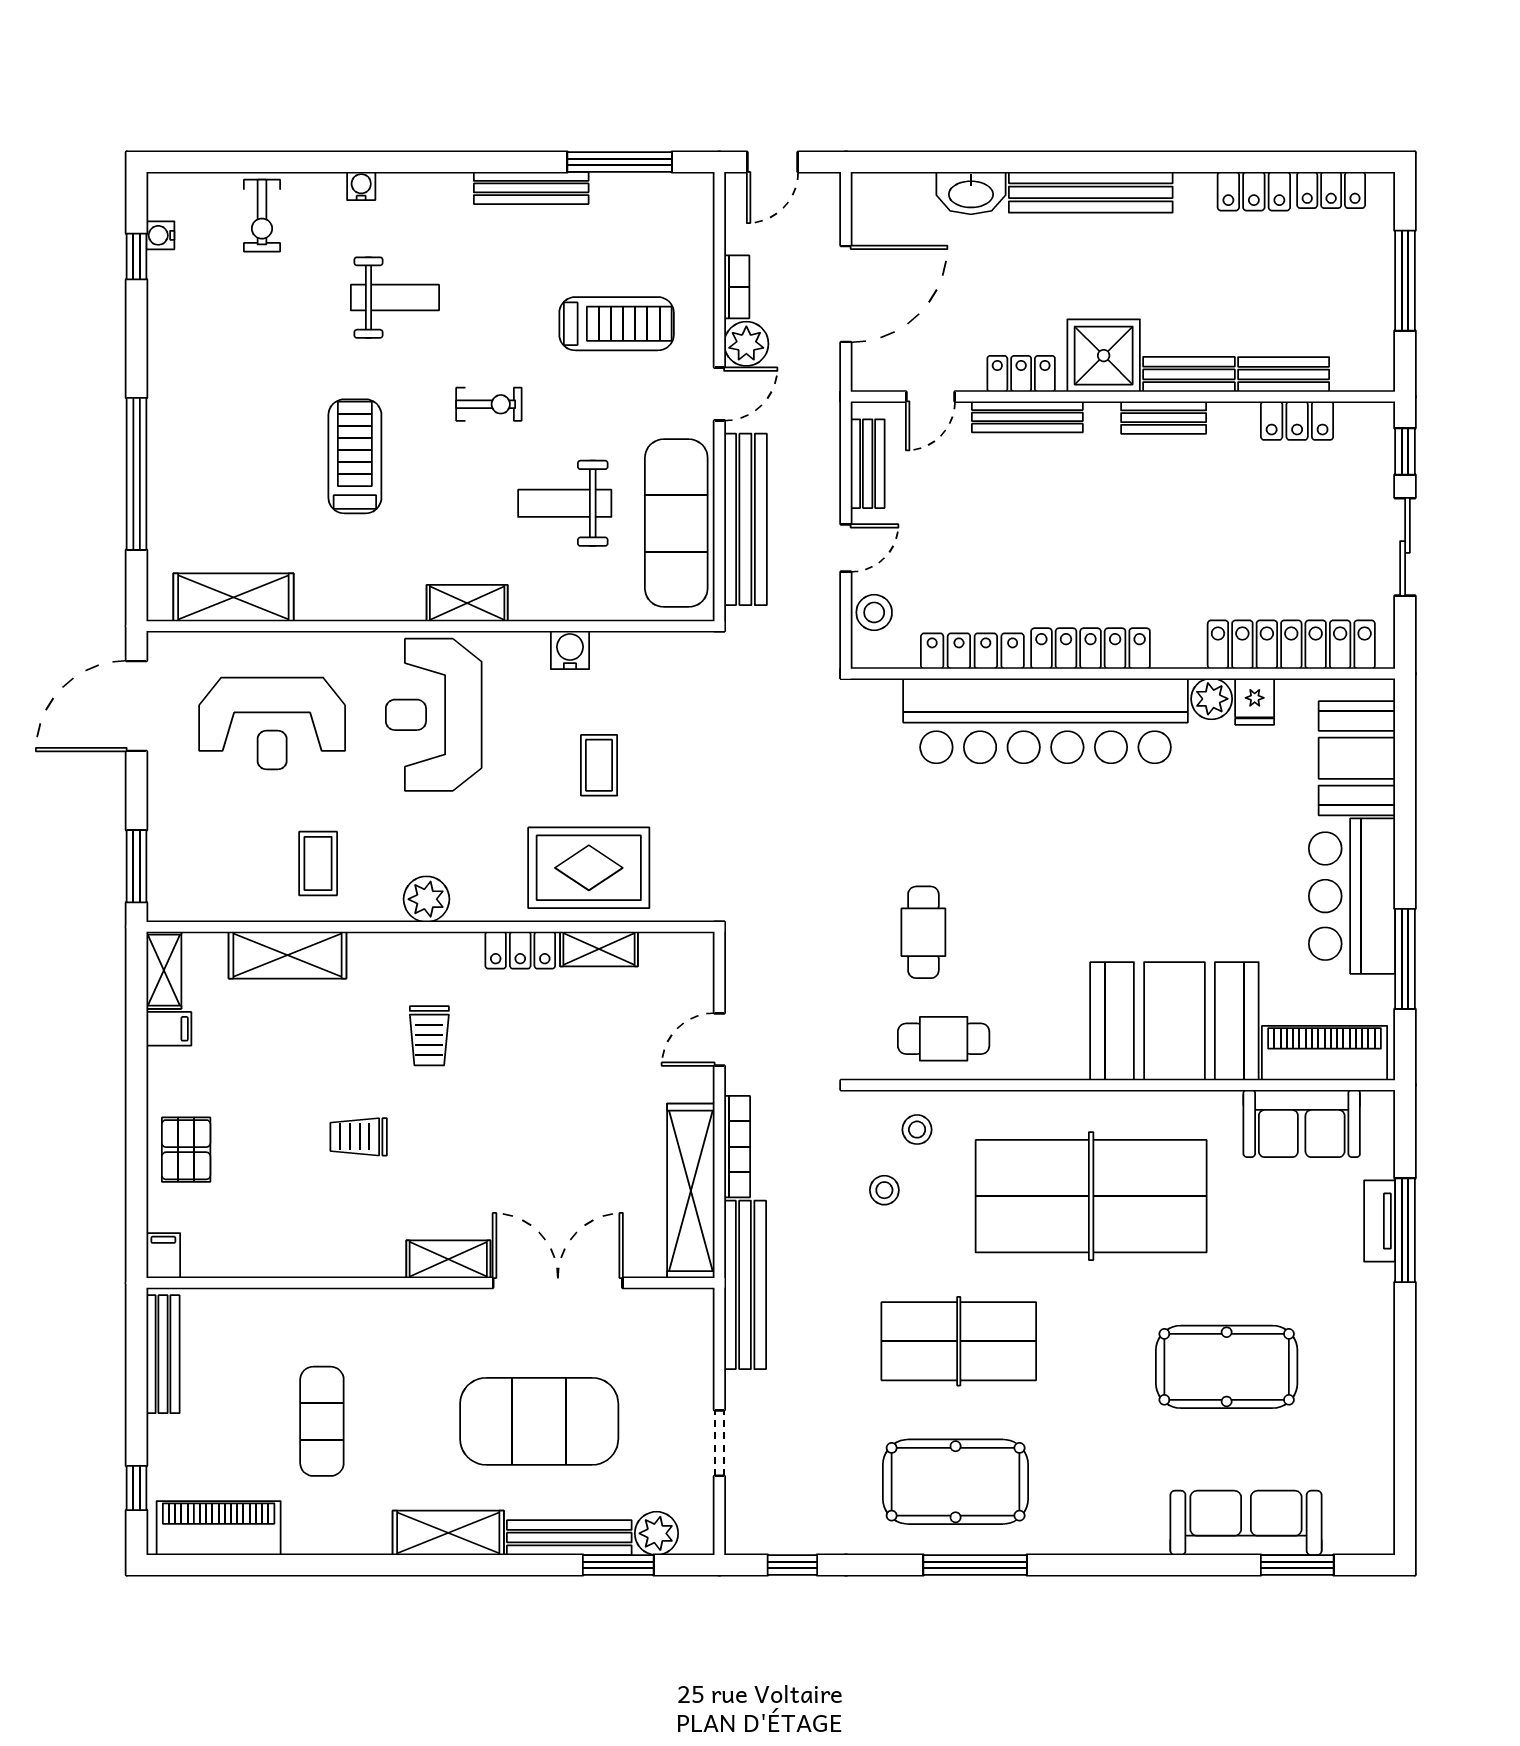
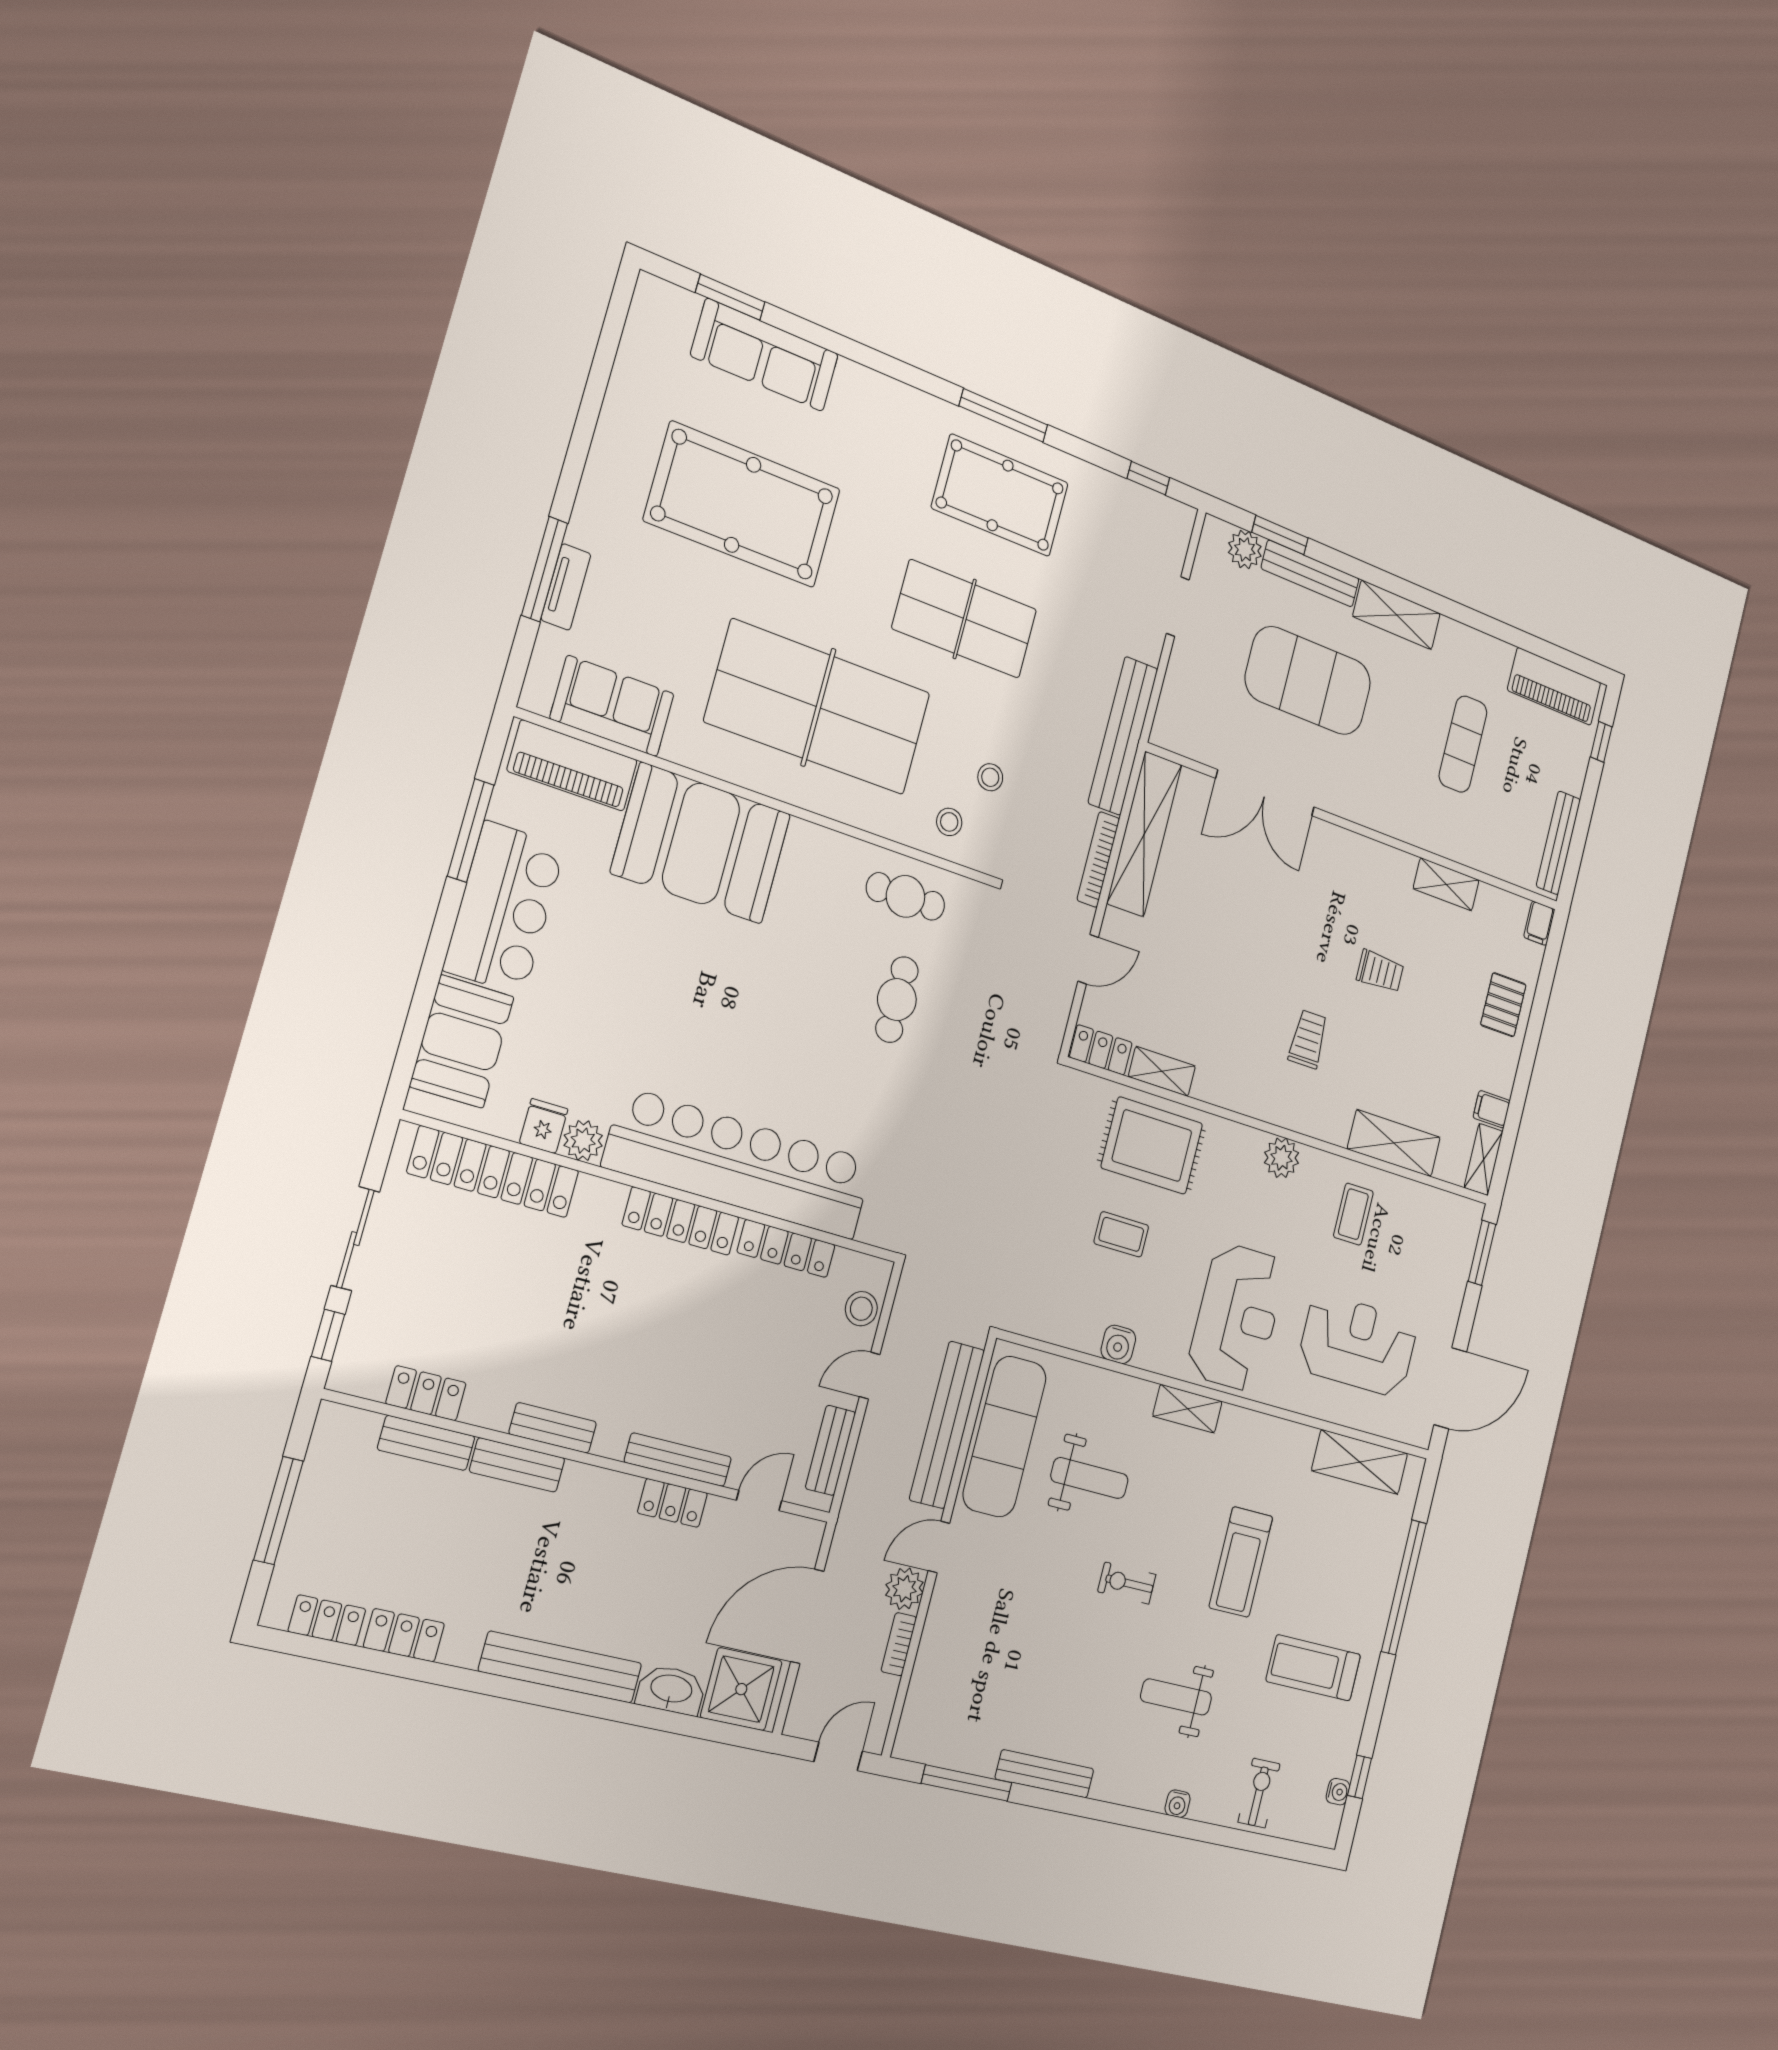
treadmill: (617, 324) -> (1313, 1668), moved
shower: (1104, 356) -> (741, 1689), moved
coffee table: (599, 765) -> (1121, 1234), turned 90
locker: (520, 950) -> (1101, 1050), moved
shelving: (448, 1259) -> (1446, 884), moved
pool table: (1227, 1367) -> (743, 505), width x1.36, depth x1.32

